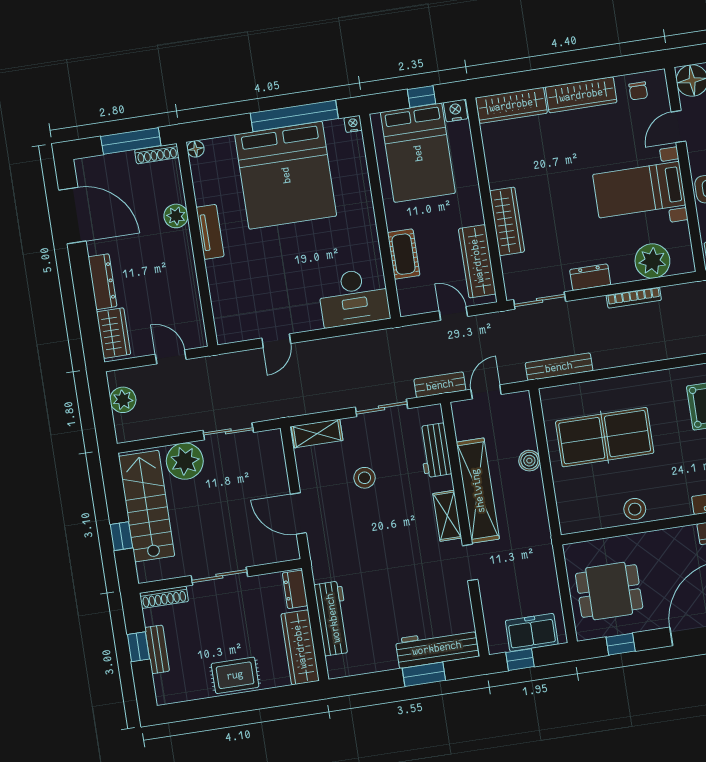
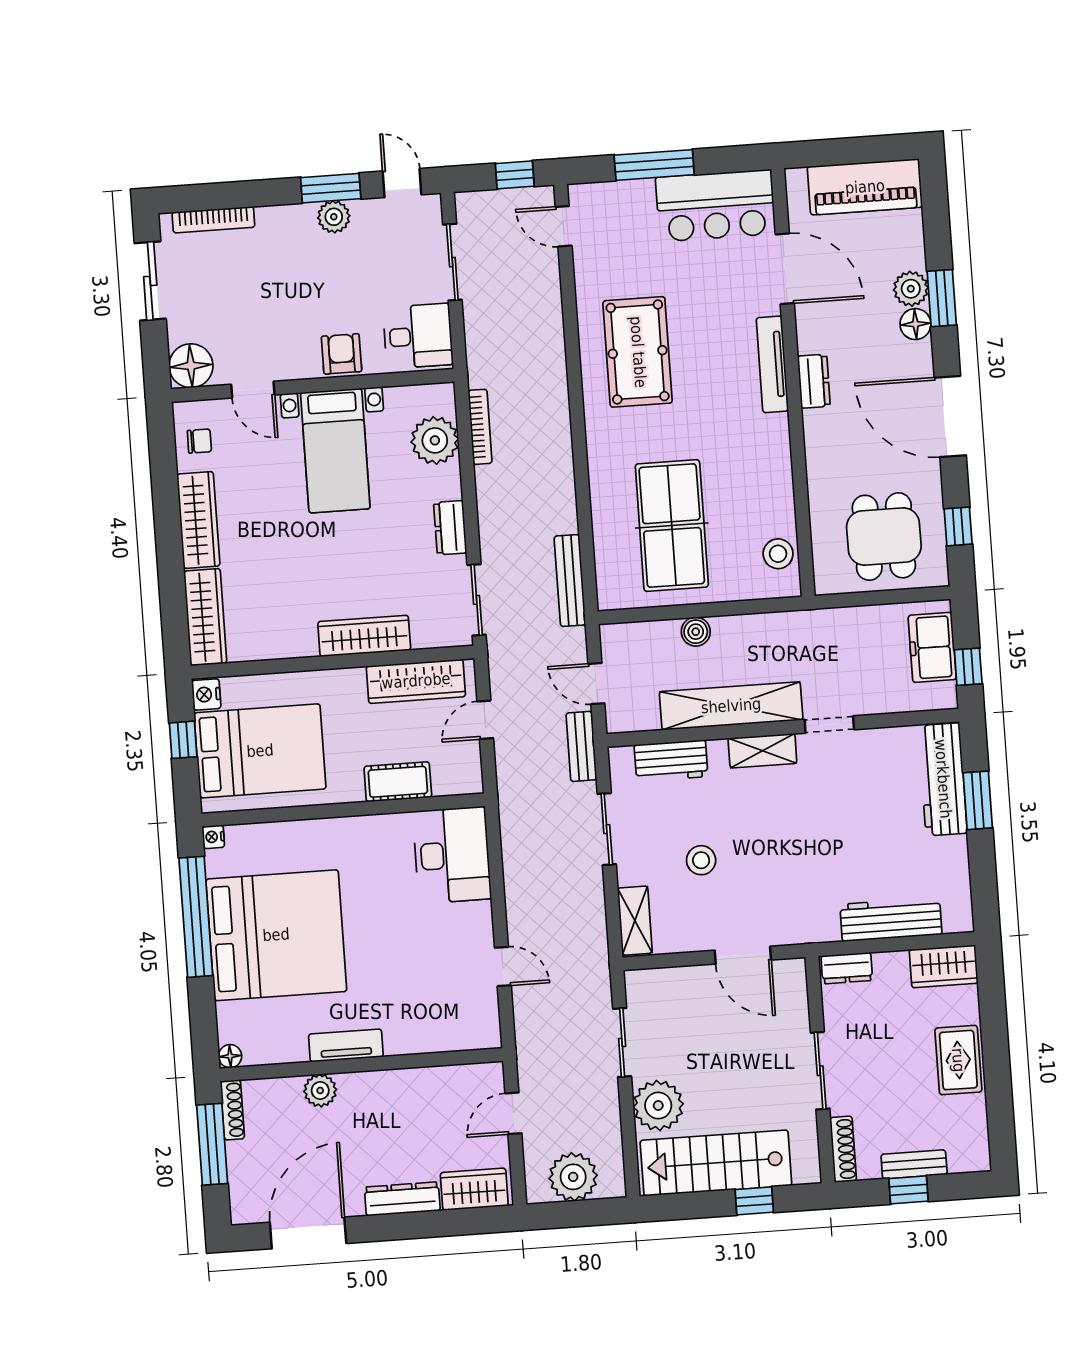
bookcase: (634, 298) -> (480, 427), moved
plant: (123, 400) -> (573, 1177), width x1.36, depth x1.36
stool: (635, 509) -> (778, 554), moved
door: (298, 514) -> (743, 955), hinge flipped
wardrobe: (300, 647) -> (944, 966), width x0.67

